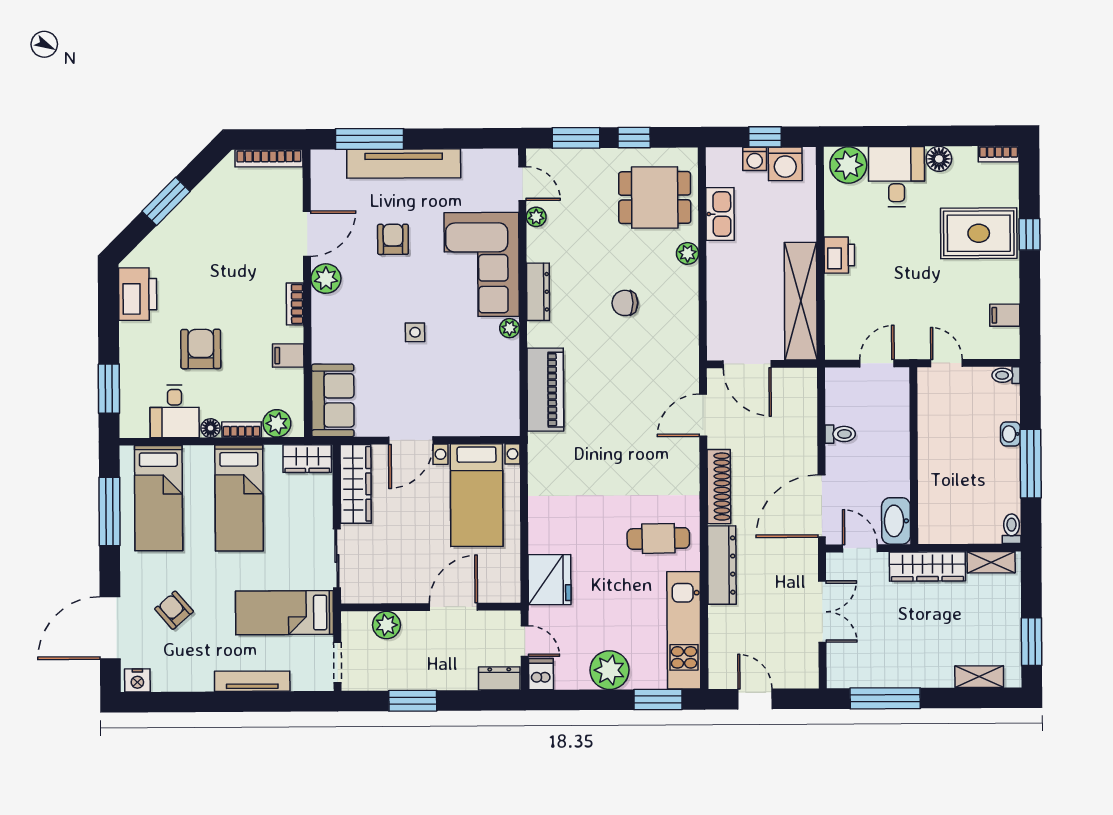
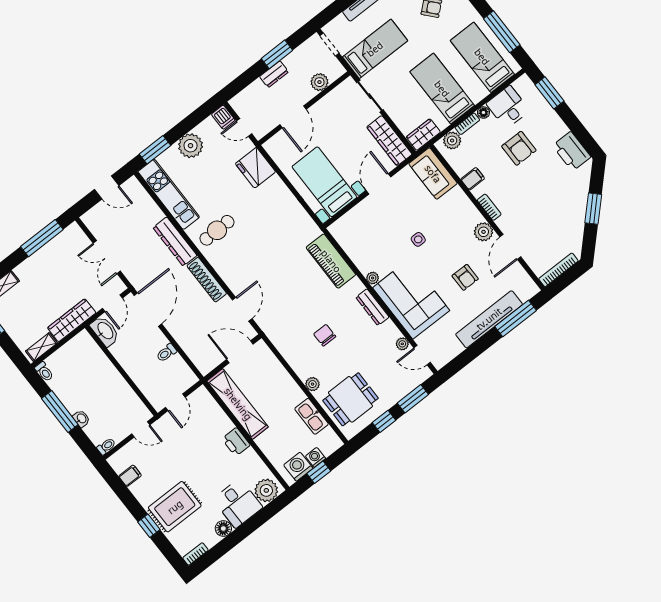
chair: (625, 303) -> (325, 335), turned -90
door: (860, 548) -> (112, 303), hinge flipped
dresser: (499, 678) -> (274, 74), moved

